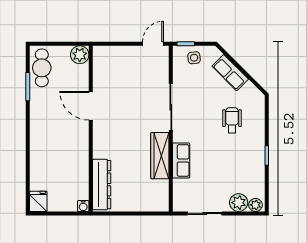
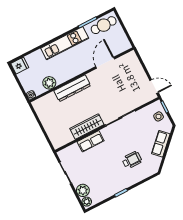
plant: (80, 55) -> (49, 83), moved
door: (91, 106) -> (105, 63), moved
kitchen unit: (39, 129) -> (65, 43), added
dresser: (102, 185) -> (72, 88), moved

